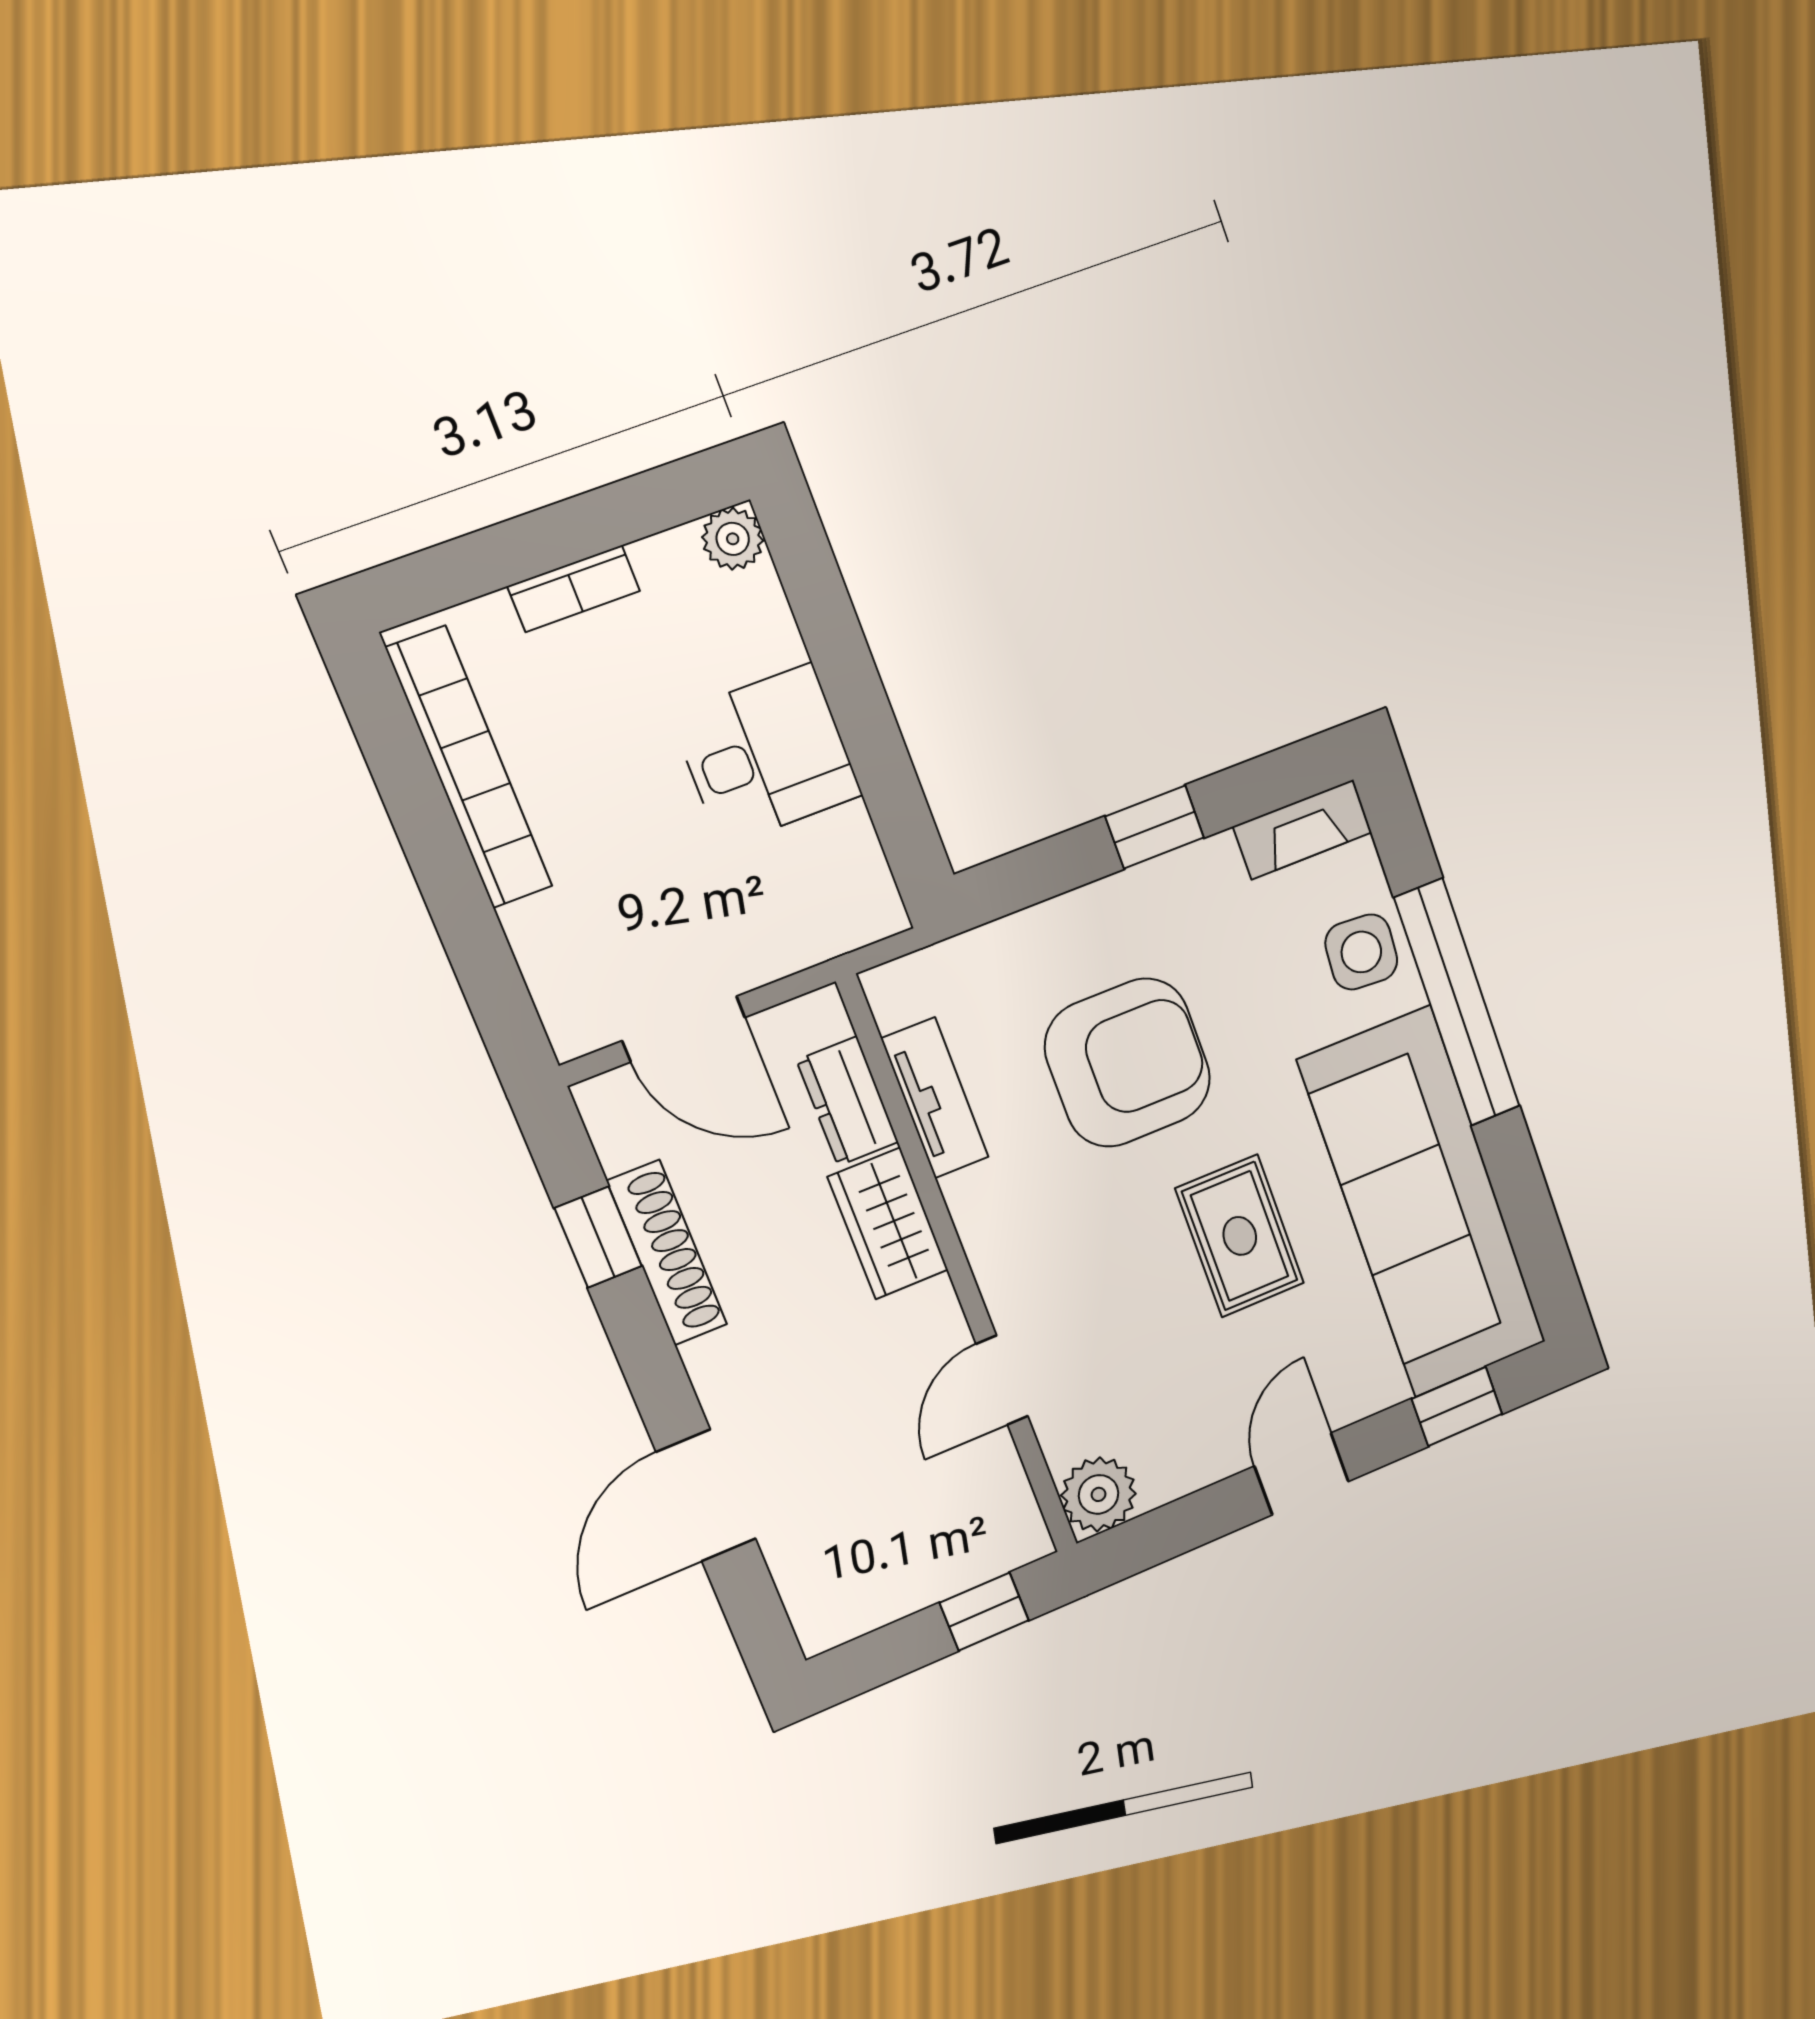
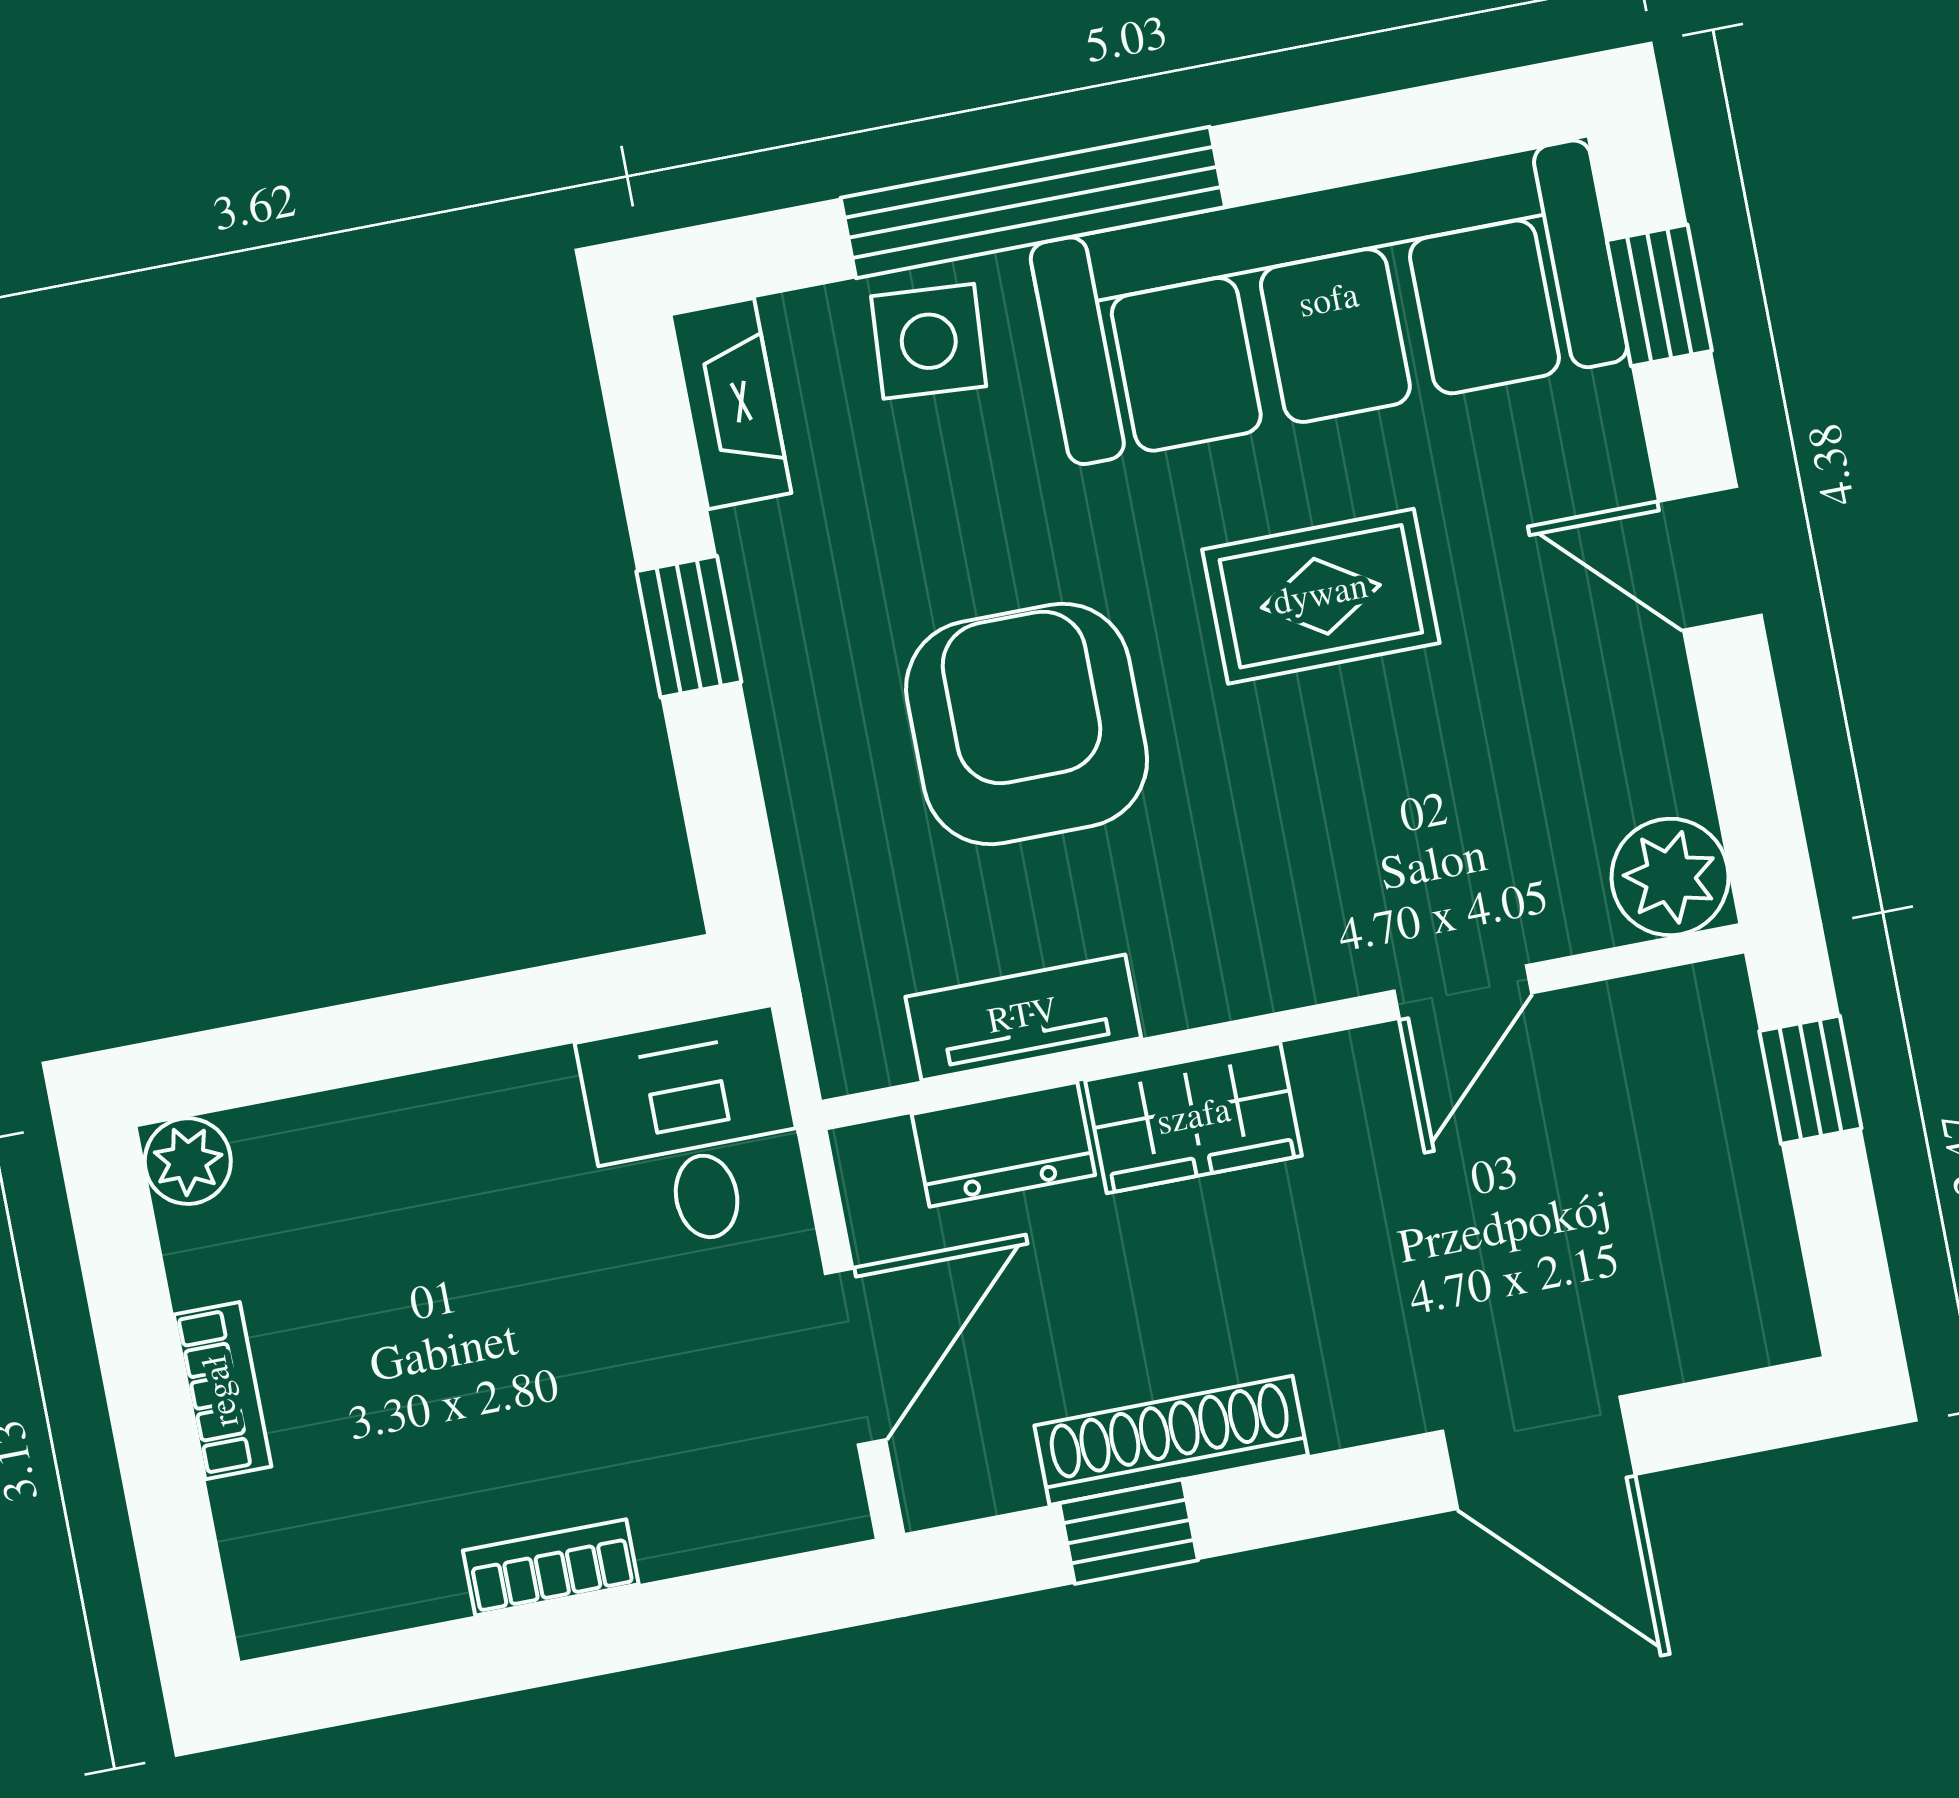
desk: (767, 755) -> (694, 1130), moved
bookcase: (470, 768) -> (551, 1567), width x0.43, depth x0.76
door: (1002, 1380) -> (1463, 992), hinge flipped

